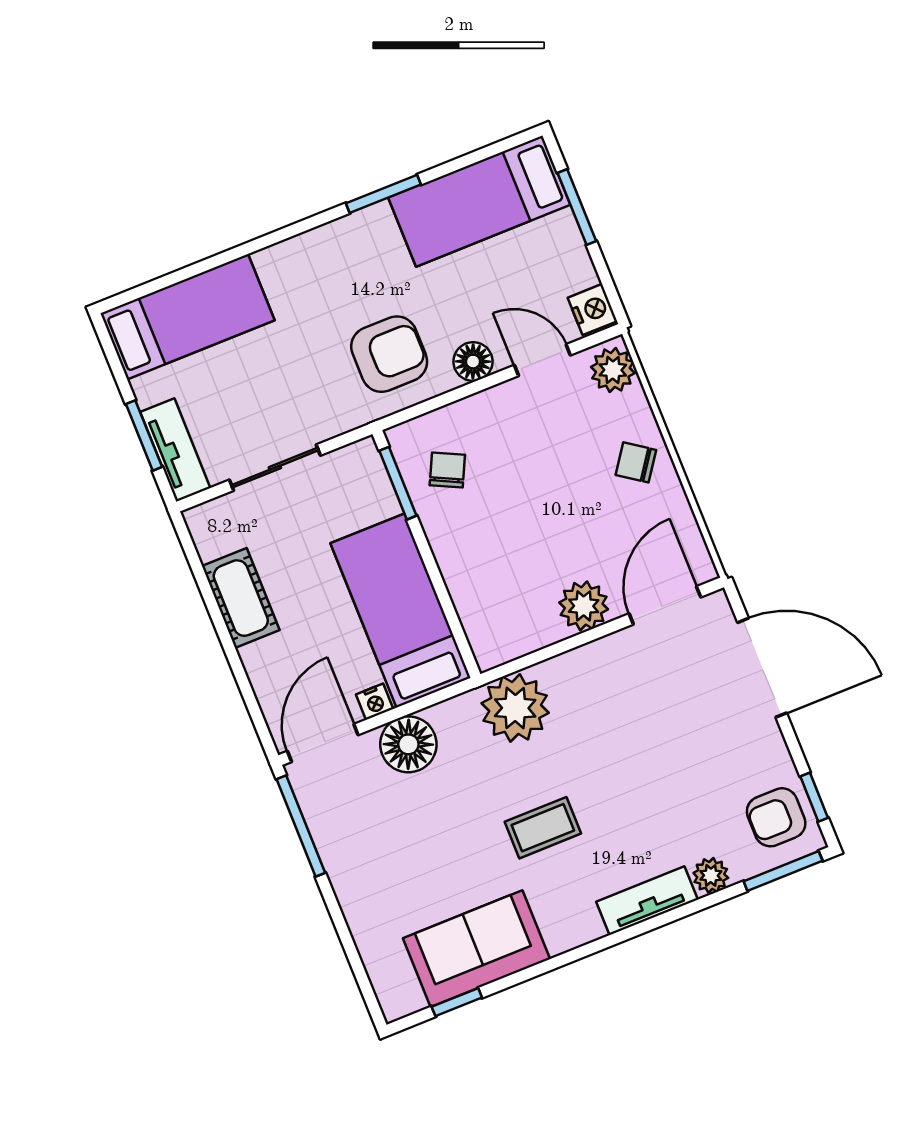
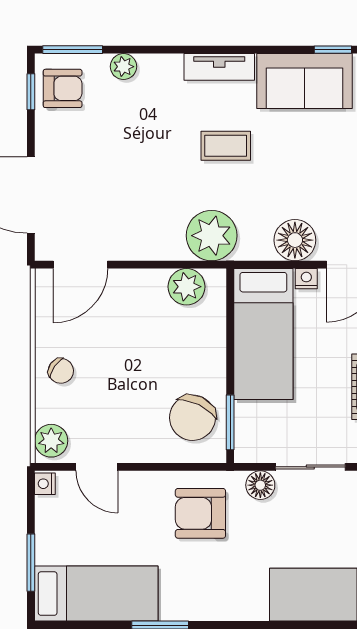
nightstand: (592, 309) -> (45, 484), width x0.72, depth x0.74
floor lamp: (473, 362) -> (260, 485), moved
chair: (447, 470) -> (192, 418), width x1.87, depth x1.87
plant: (584, 606) -> (186, 287), moved
tv unit: (647, 901) -> (219, 67), moved

